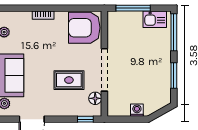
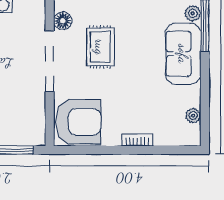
rug: (69, 80) -> (100, 47), turned 90

